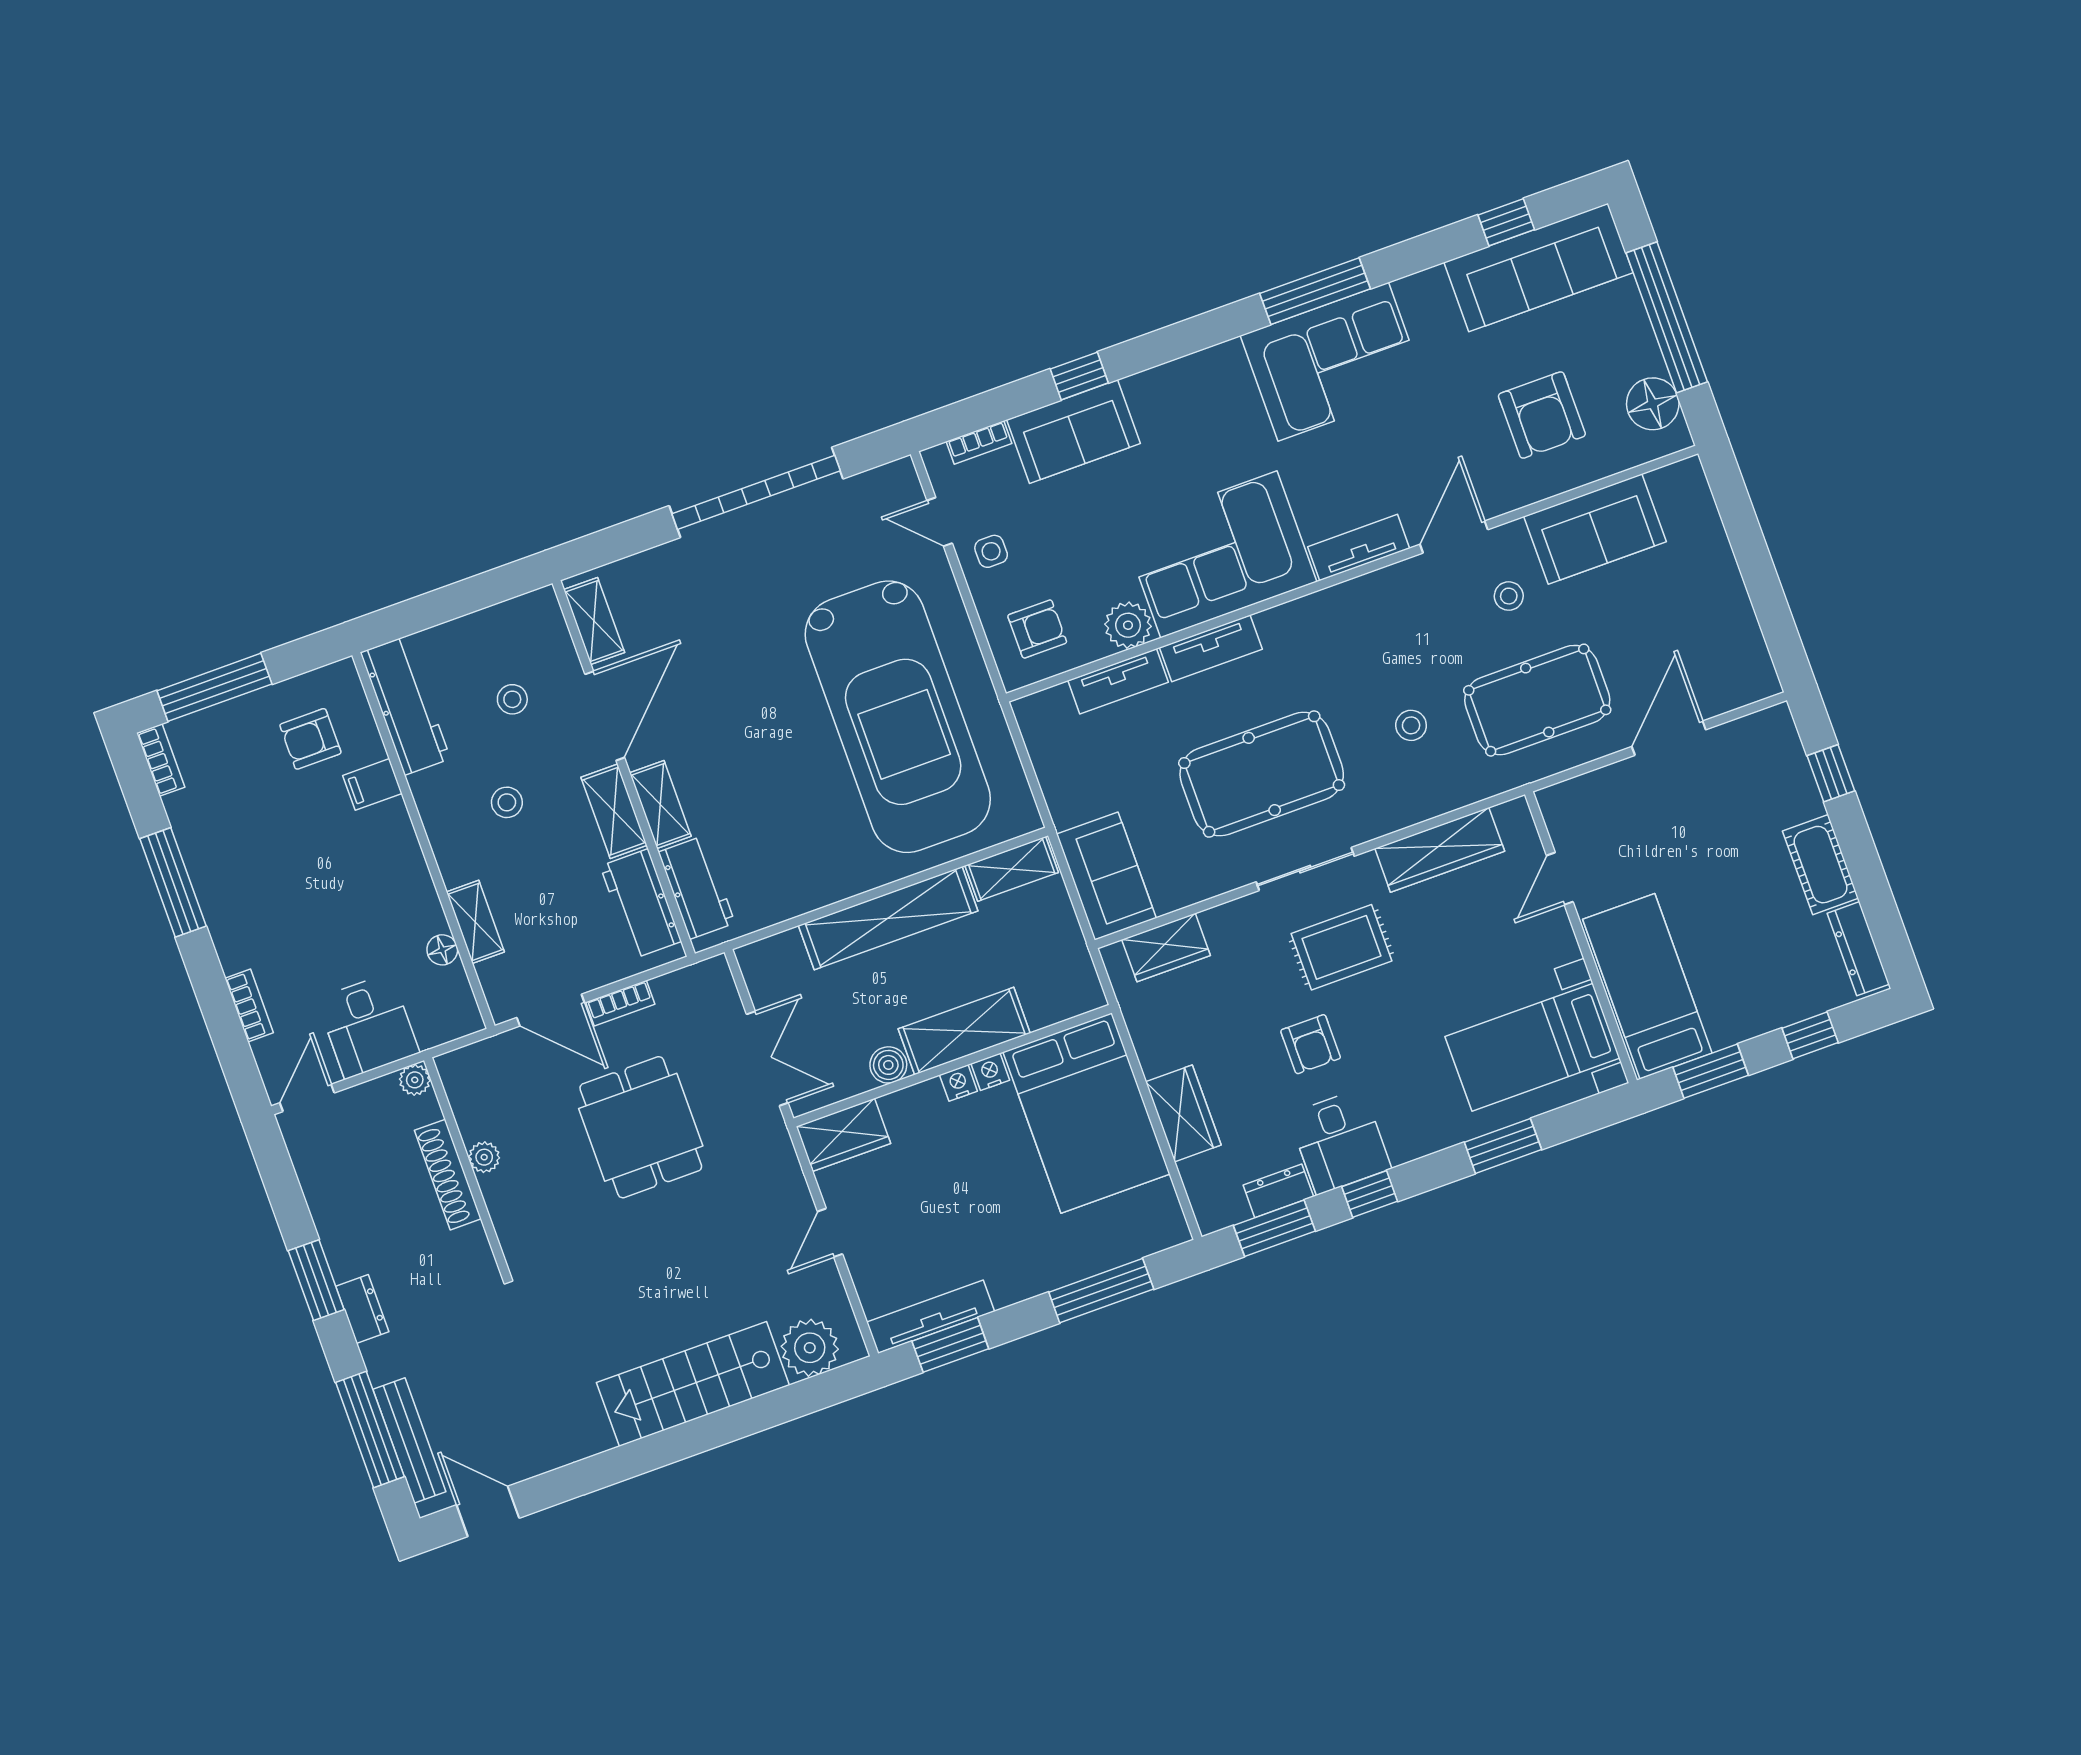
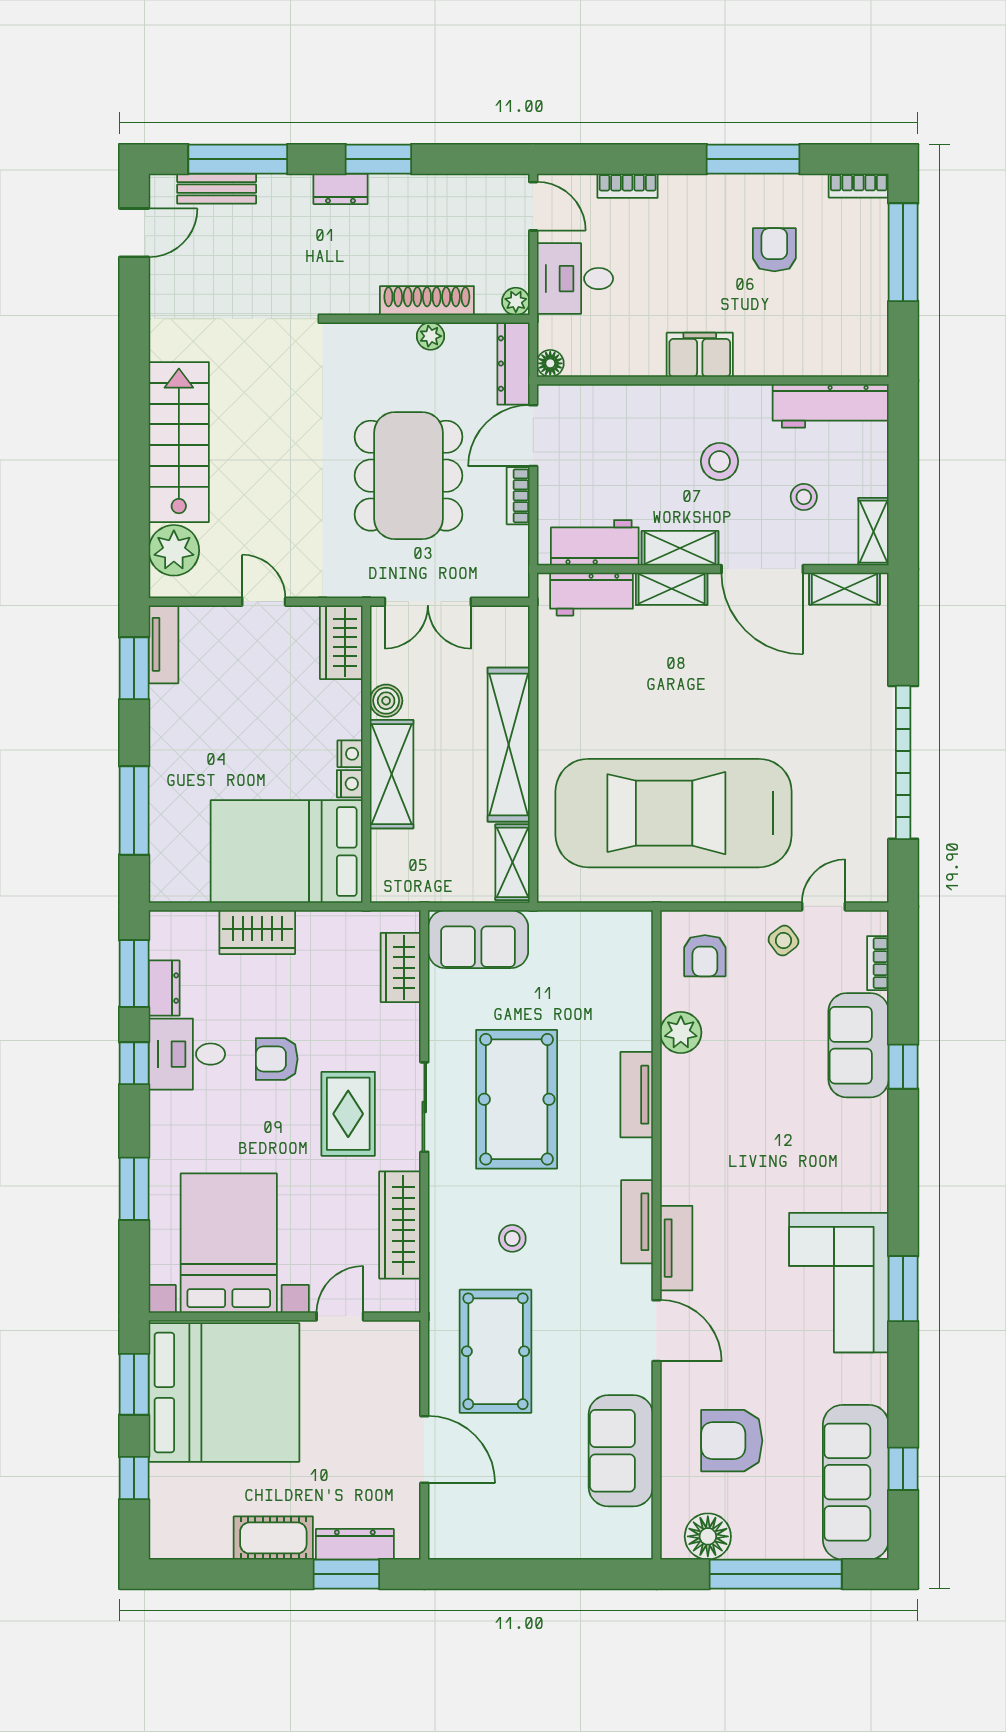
window: (1315, 291) -> (903, 1289), width x0.69
side table: (991, 551) -> (783, 941), turned -37
corner sofa: (1219, 554) -> (713, 1129), removed
stool: (1509, 596) -> (591, 1359), removed
tv unit: (1118, 681) -> (637, 1222), moved
armchair: (310, 739) -> (774, 250), moved
window: (1831, 773) -> (346, 1574), width x1.50
filing cabinet: (372, 784) -> (700, 355), moved, width x2.00
stool: (507, 802) -> (720, 461), width x1.37, depth x1.37
door: (1560, 879) -> (340, 1316), hinge flipped
shelving: (475, 922) -> (873, 532), moved, turned 90
dresser: (1858, 949) -> (355, 1544), moved
floor lamp: (442, 950) -> (550, 363), moved
bed: (1647, 986) -> (224, 1393), width x2.04
bed with nightstands: (1533, 1047) -> (229, 1243), width x1.36
dresser: (482, 1059) -> (513, 364), added
dining table: (641, 1127) -> (408, 476), width x1.38
tv unit: (931, 1317) -> (163, 644), width x0.71
bench: (409, 1441) -> (217, 189), width x0.73

